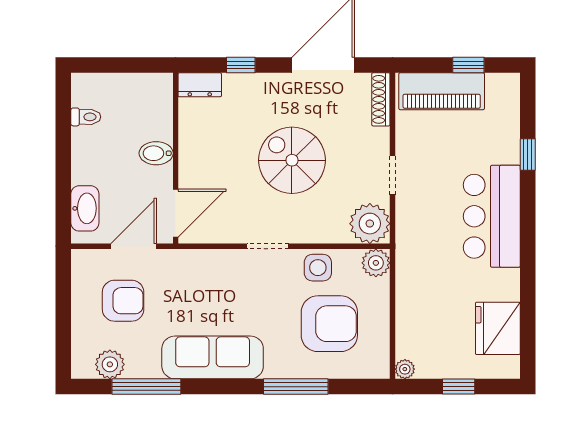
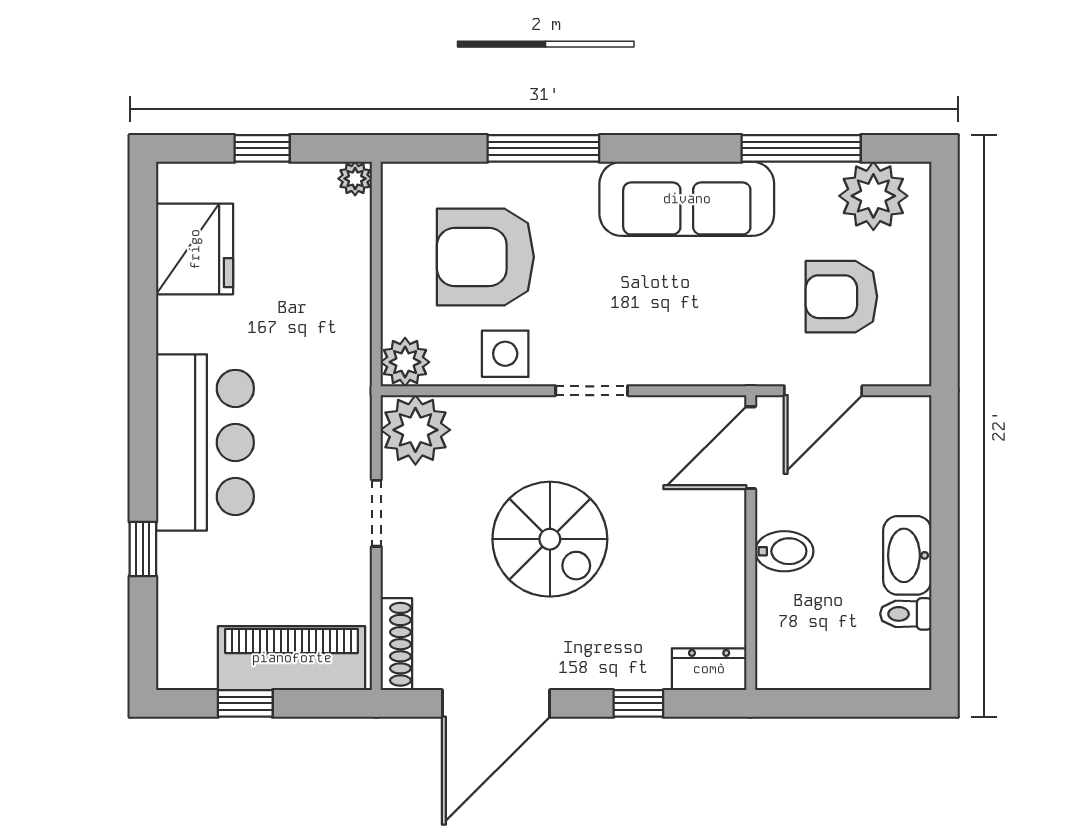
washbasin: (85, 208) -> (907, 555), moved
plant: (110, 364) -> (873, 196), width x1.36, depth x1.36

